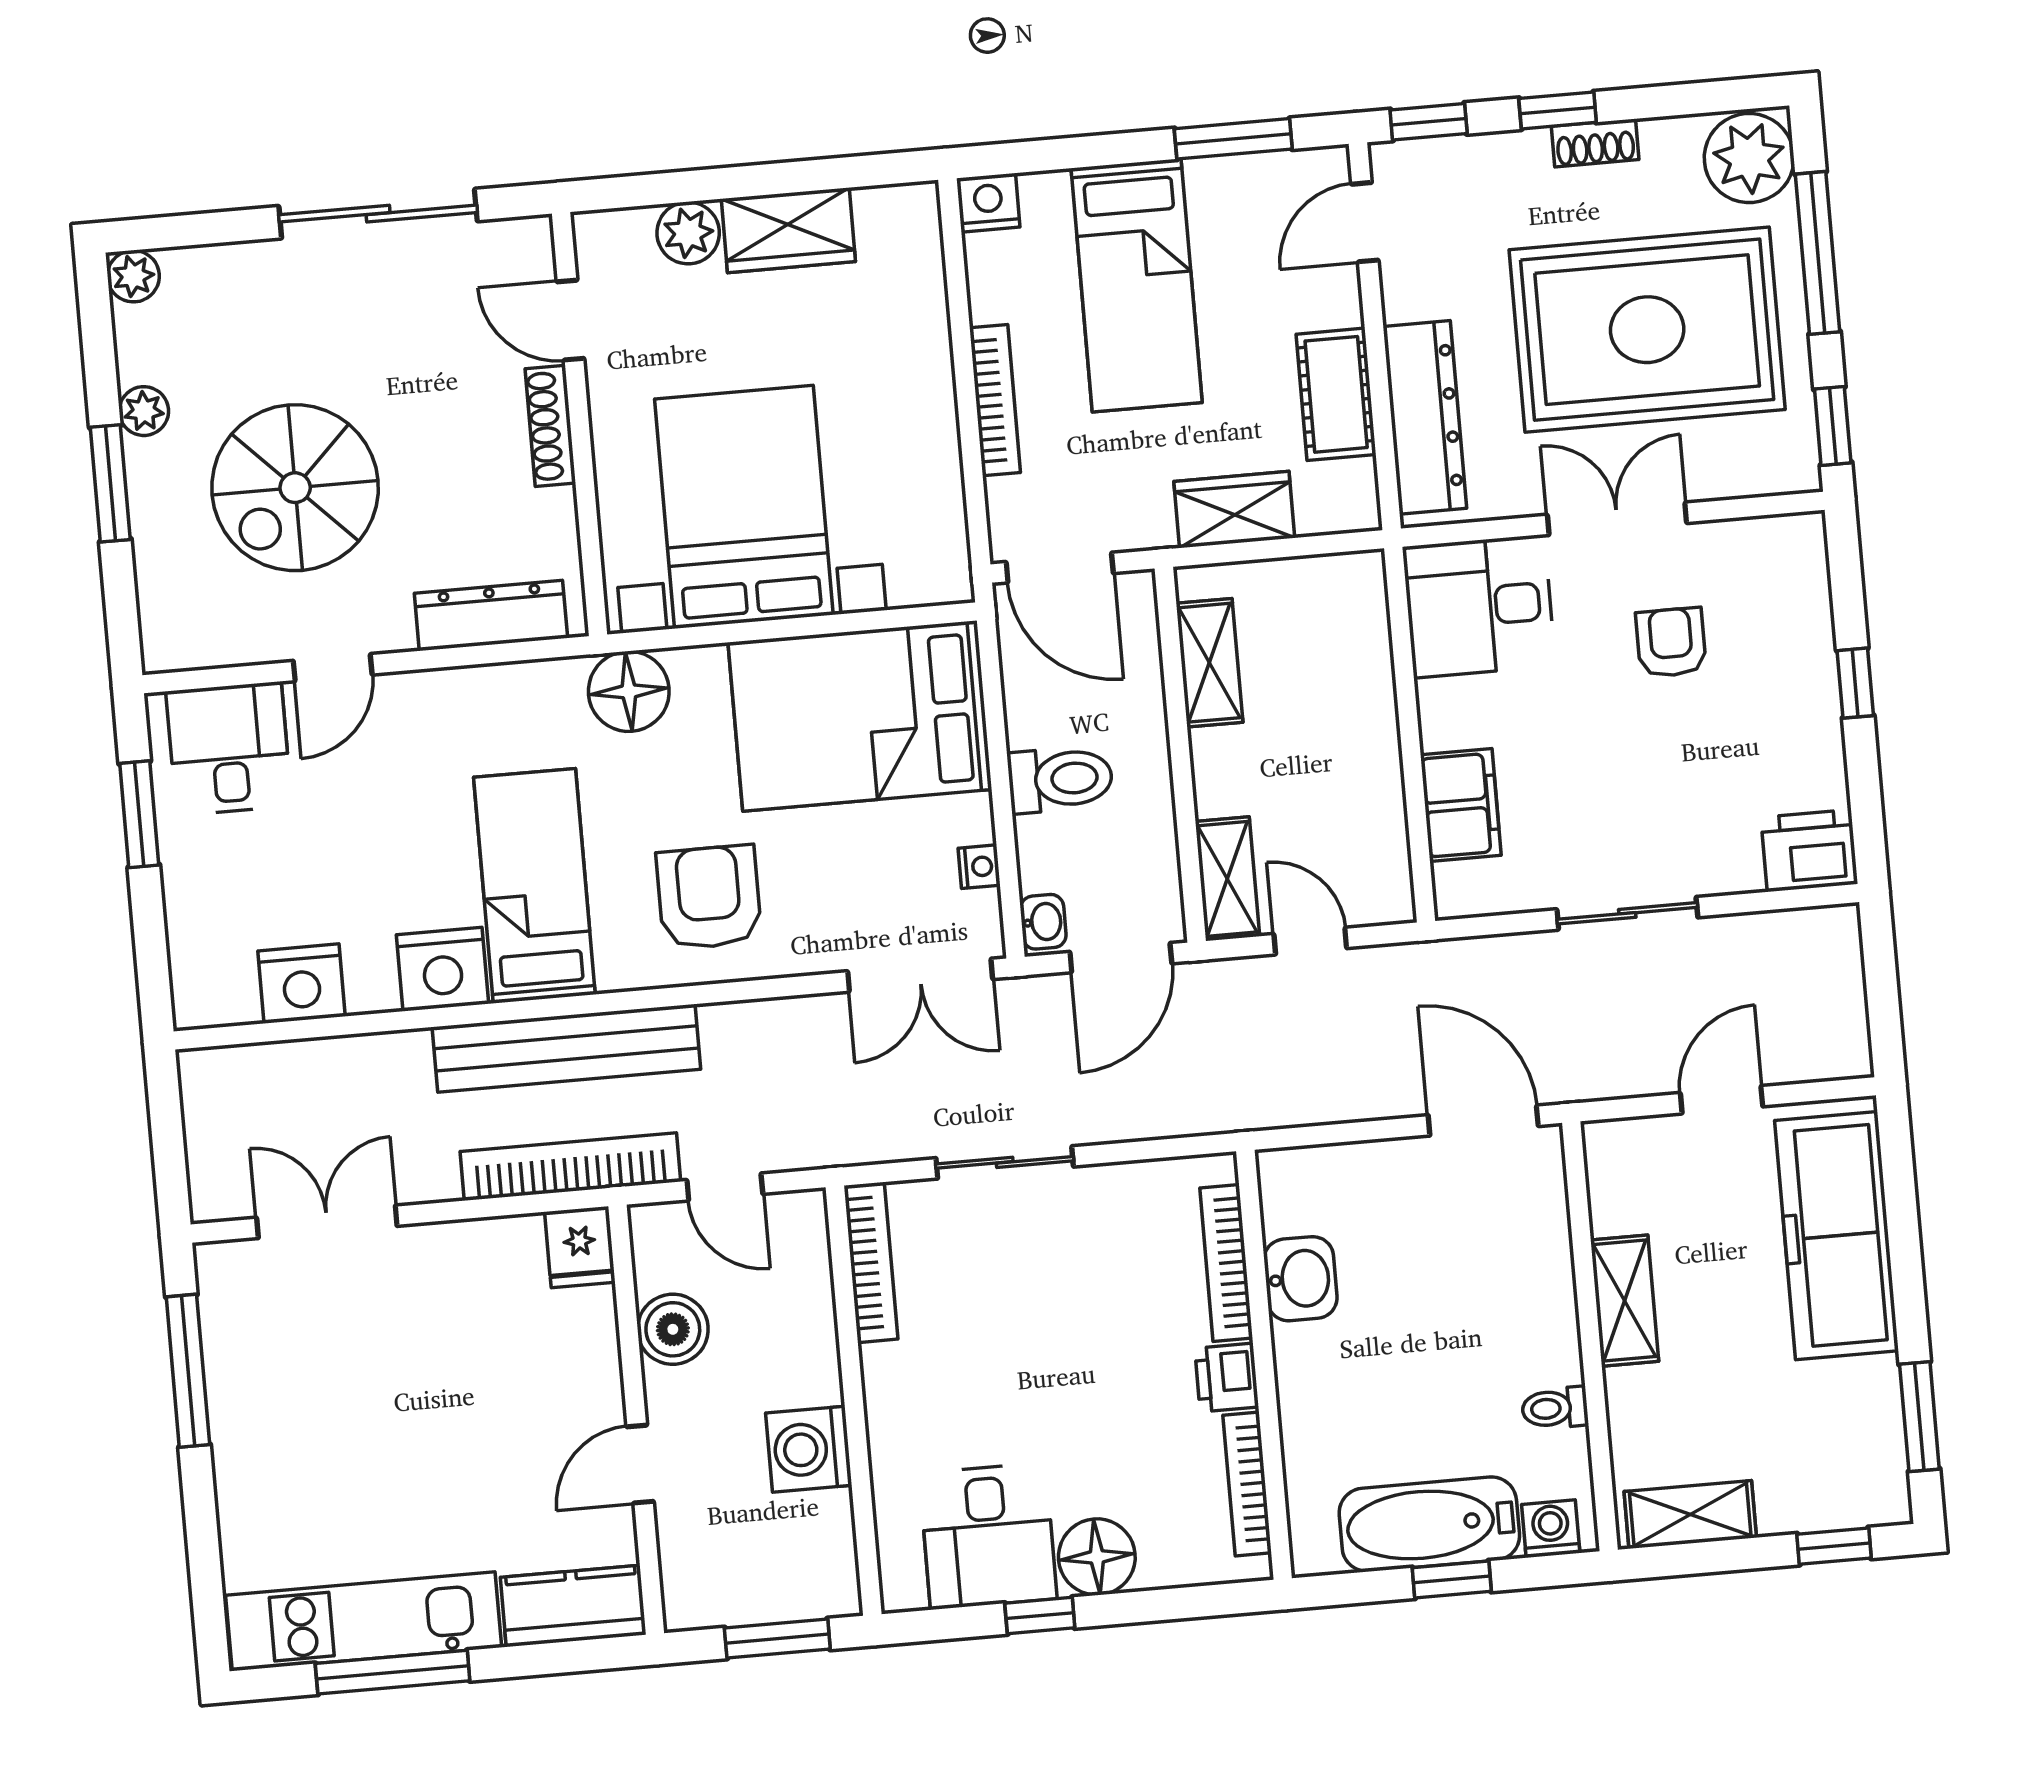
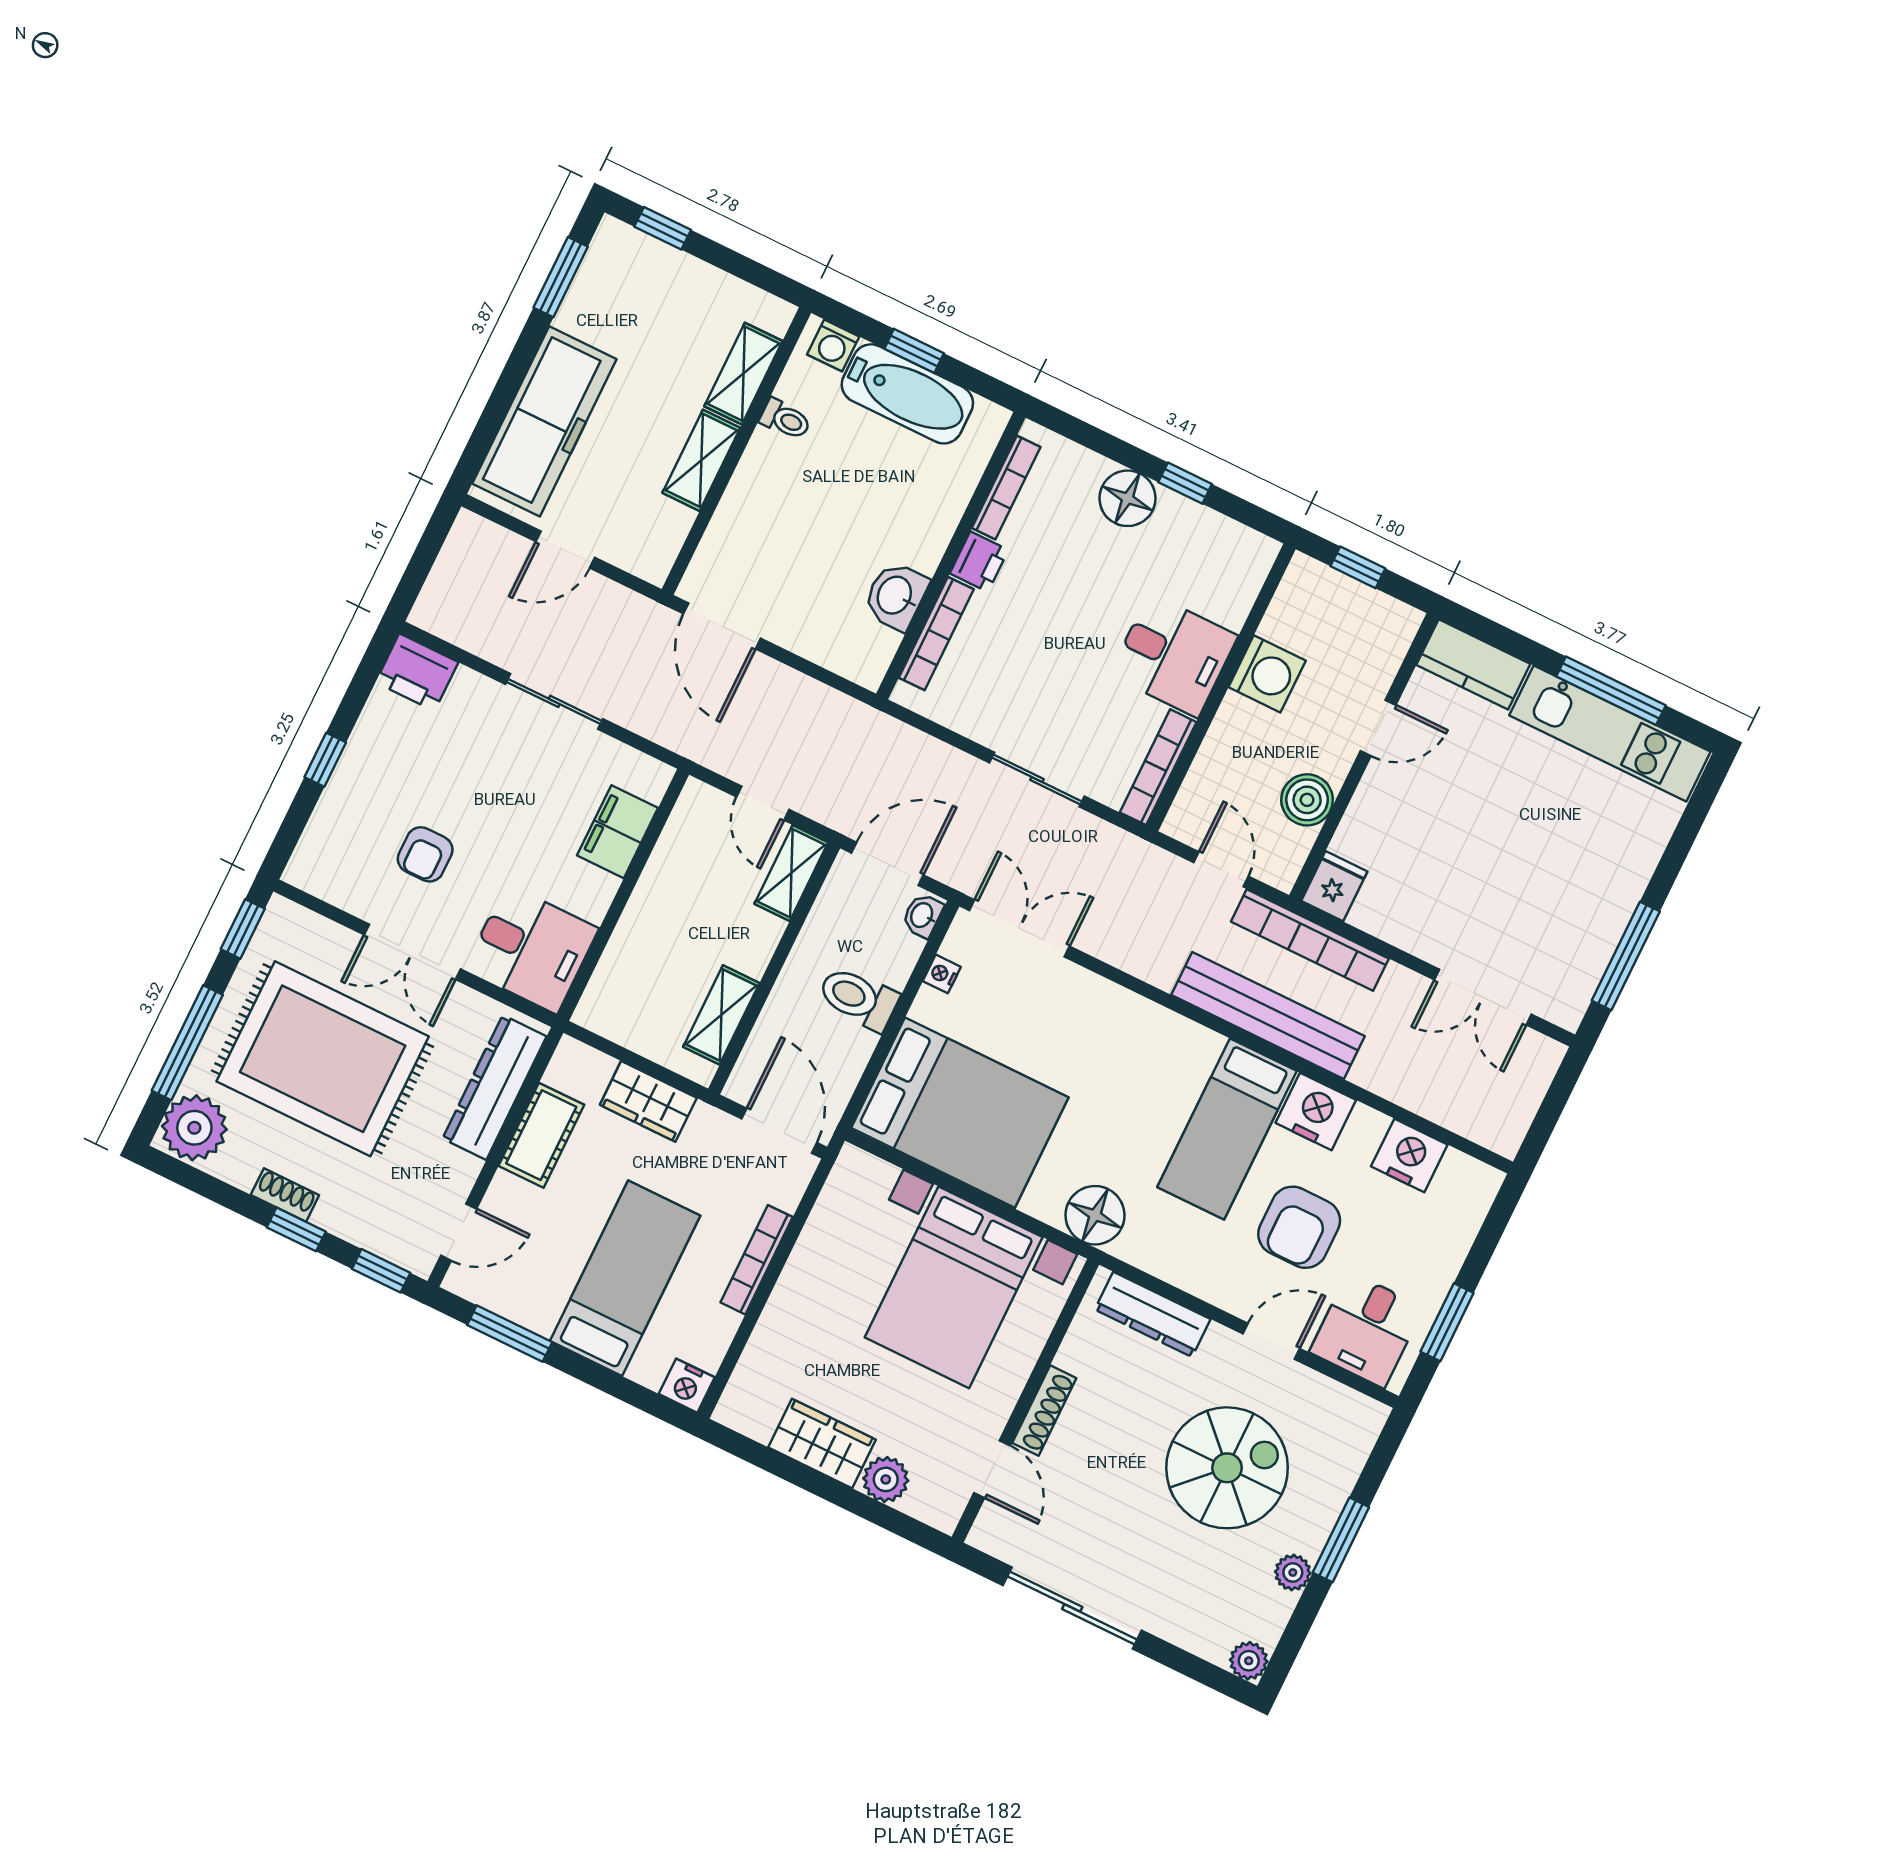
armchair: (709, 897) -> (1299, 1227), moved
shelving: (1690, 1515) -> (743, 374), moved, turned 90
desk: (988, 1536) -> (1174, 655), moved, turned 90
window: (777, 1638) -> (1358, 567), width x0.67

